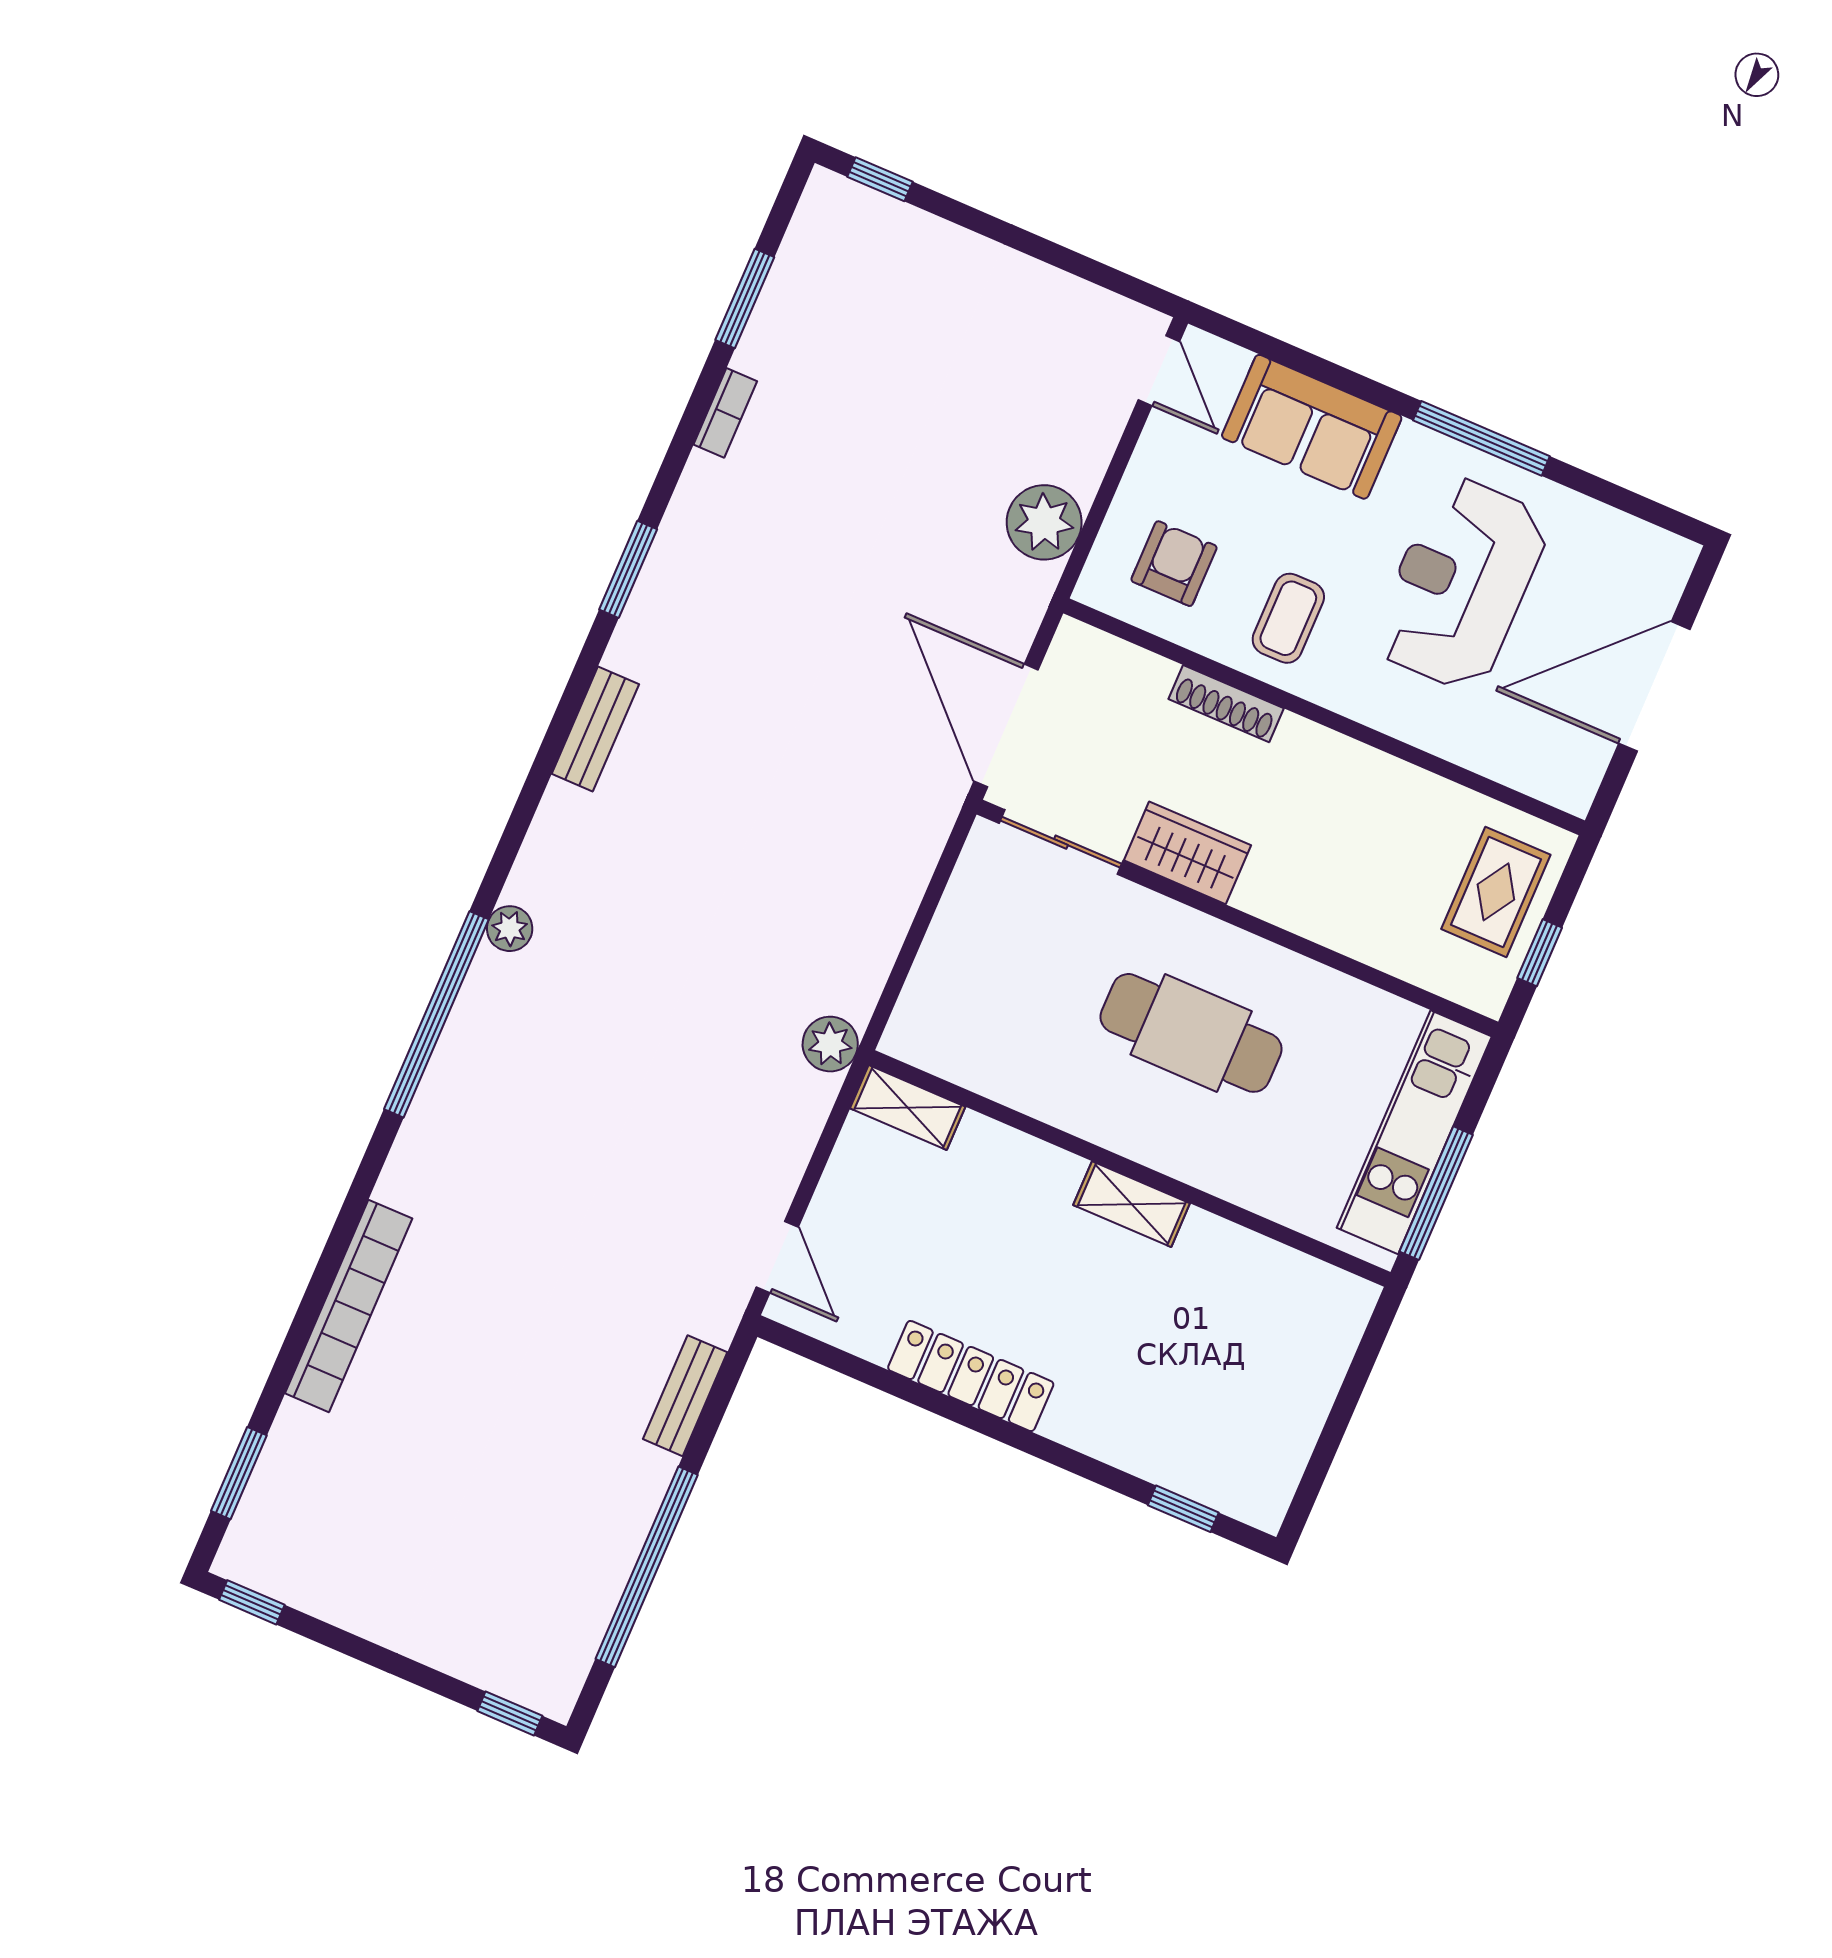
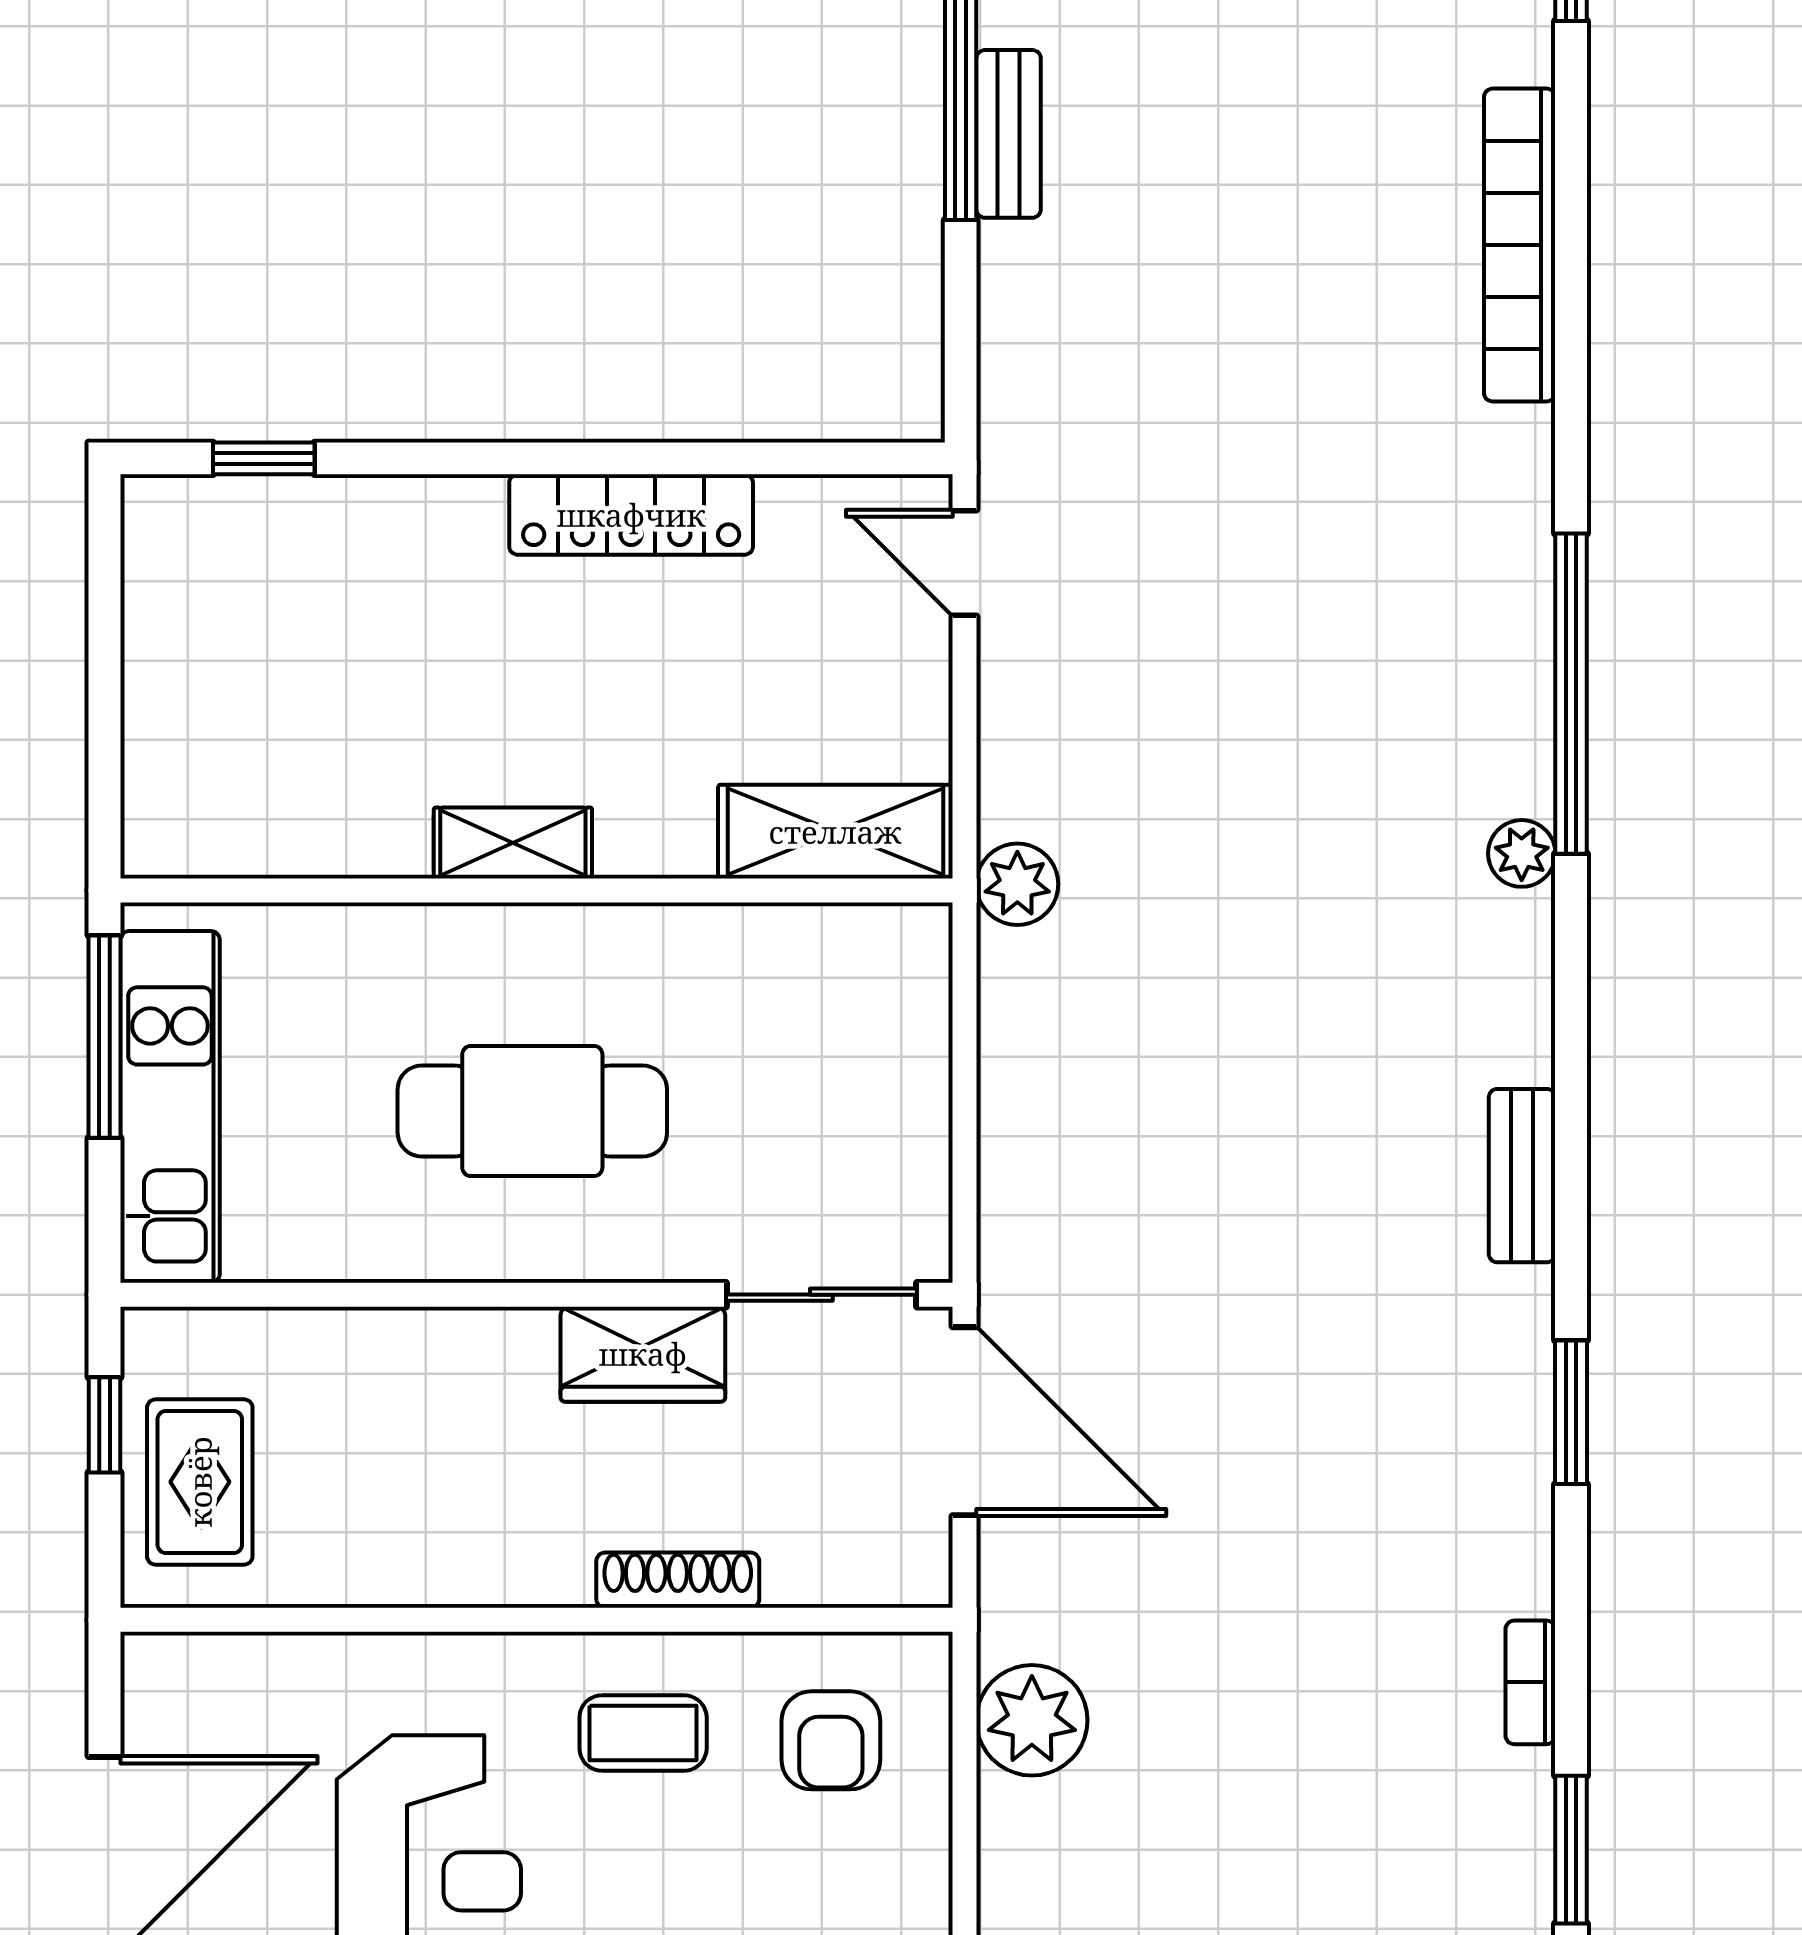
coffee table: (1288, 618) -> (643, 1733), turned 90
shelving: (908, 1107) -> (835, 832), width x1.50, depth x1.33
bench: (685, 1396) -> (1009, 134), moved

